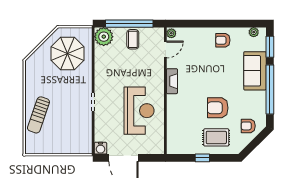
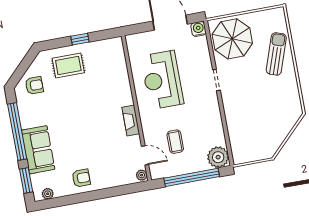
coffee table: (133, 39) -> (175, 142), moved
door: (165, 49) -> (145, 155), swing flipped
parasol: (68, 54) -> (232, 39), moved
armchair: (218, 108) -> (73, 100), removed

